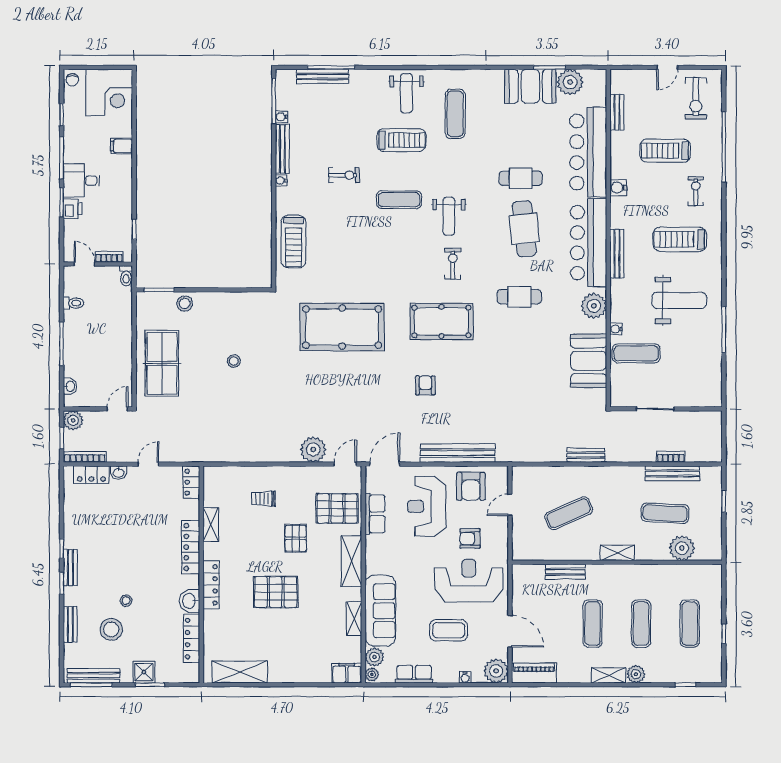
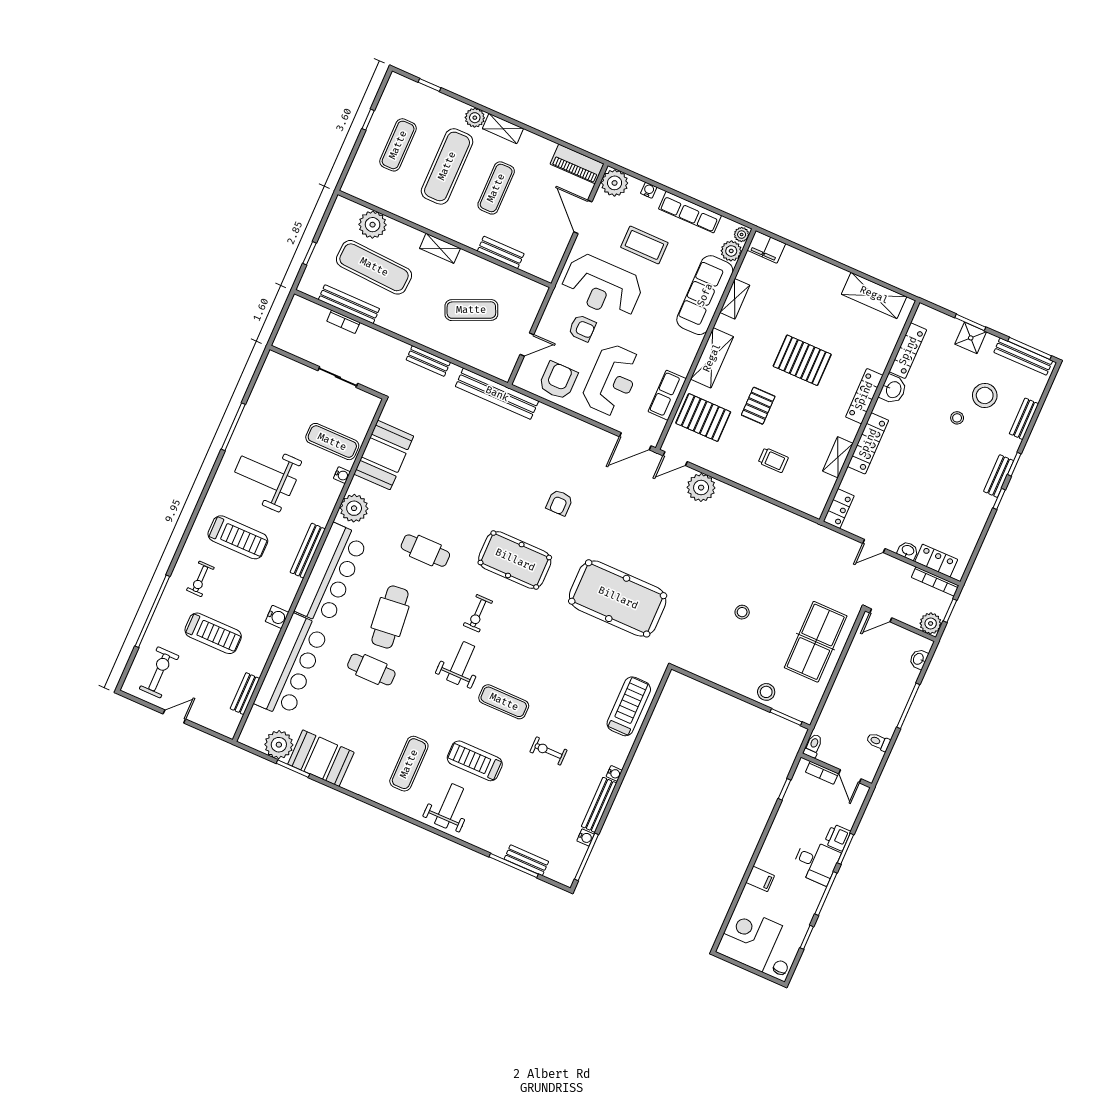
bench: (322, 76) -> (526, 860), width x0.73
bench: (458, 453) -> (497, 394), moved
exercise mat: (665, 513) -> (374, 267), width x1.36, depth x1.45
exercise mat: (641, 624) -> (447, 166), width x1.36, depth x1.45
row of seats: (414, 674) -> (690, 212), width x1.48

